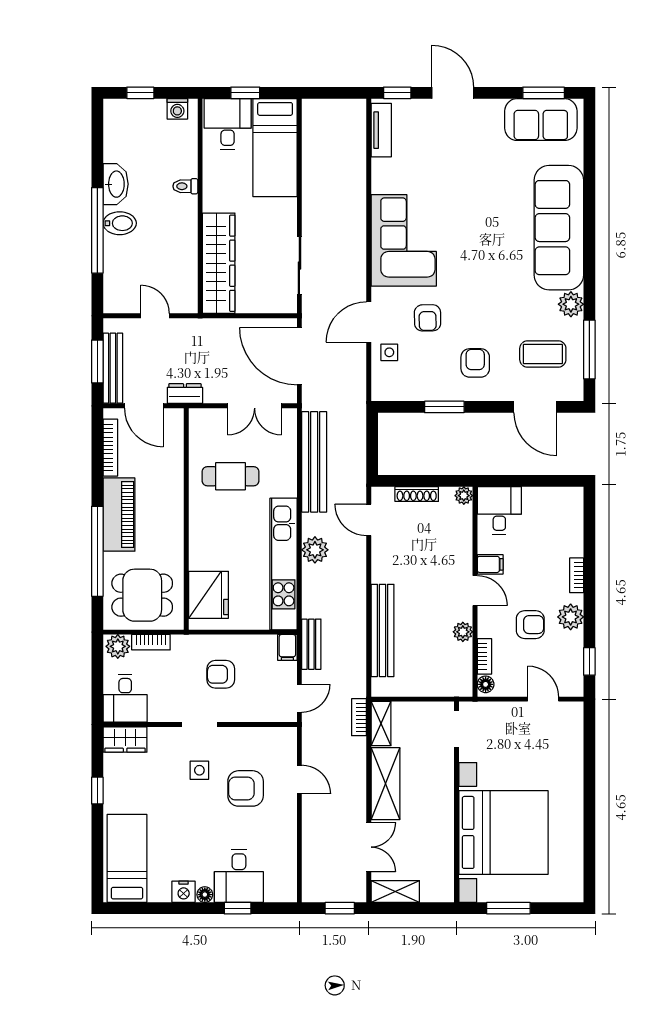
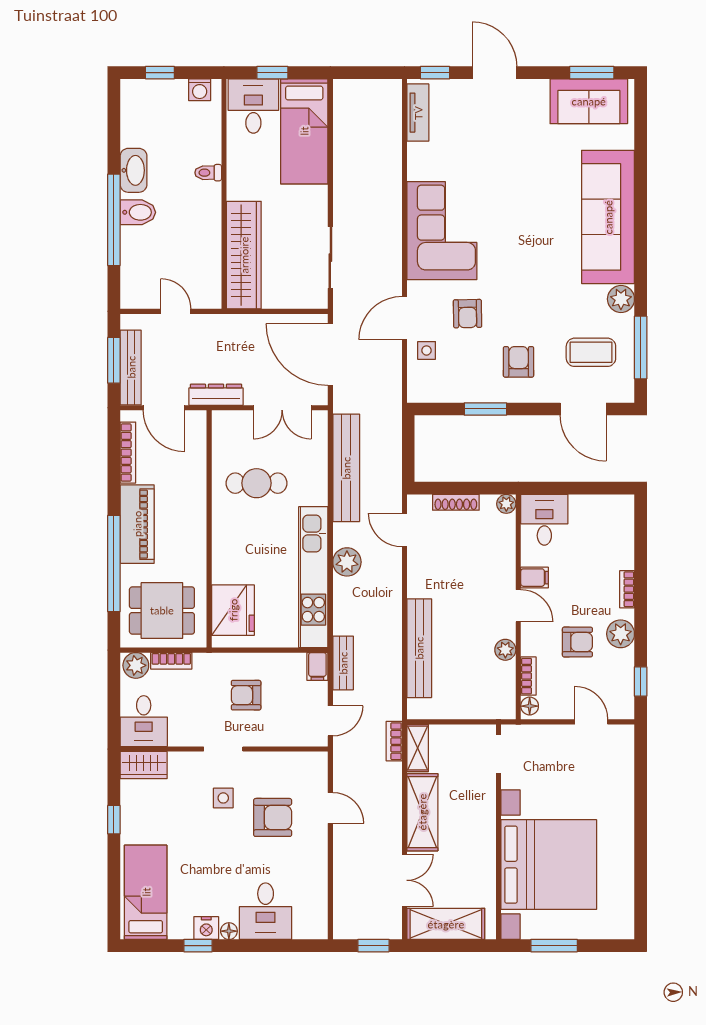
dresser: (185, 394) -> (216, 395), width x1.44
armchair: (246, 788) -> (273, 817), turned 180
shelving: (395, 891) -> (446, 924), width x1.50, depth x1.33
window: (238, 908) -> (198, 946), moved

